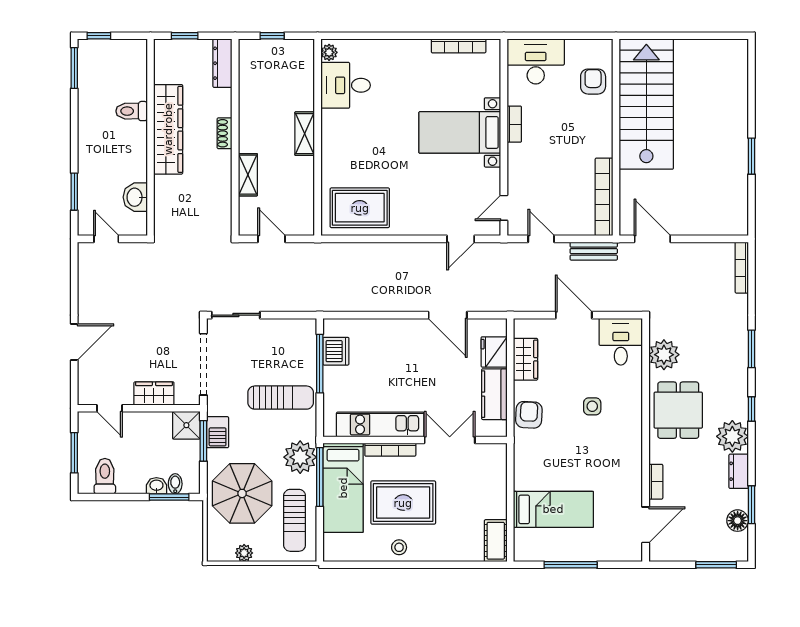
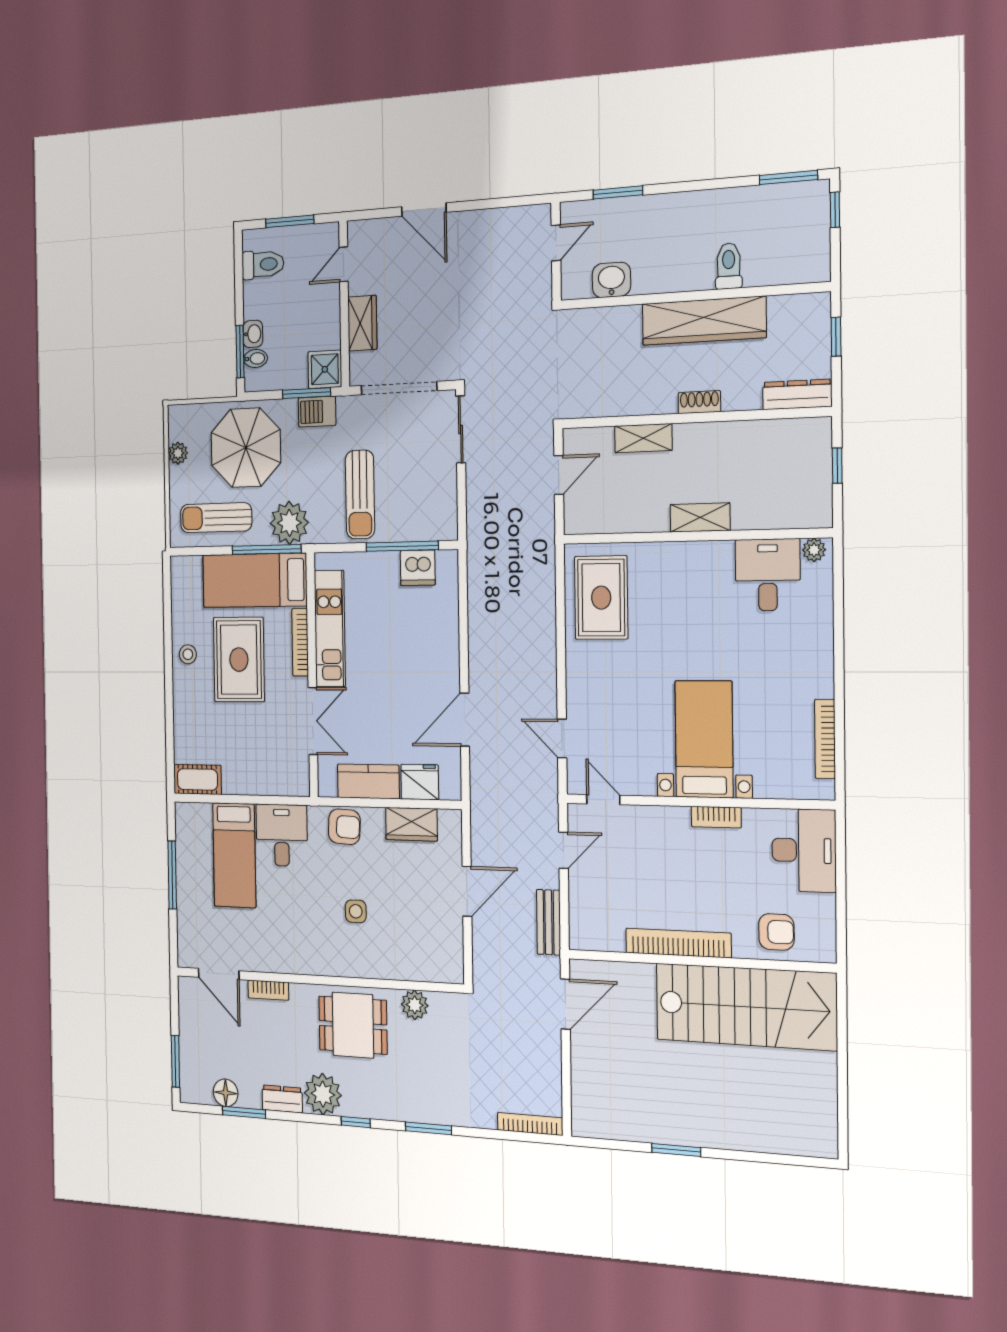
bookcase: (604, 197) -> (678, 943), moved
desk: (621, 342) -> (282, 835), moved, turned -90
plant: (664, 355) -> (415, 1005), width x0.73, depth x0.73

